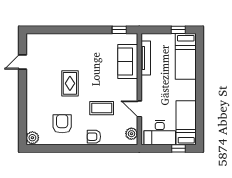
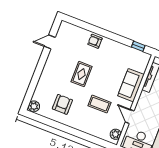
sofa: (128, 61) -> (131, 85), moved
armchair: (94, 137) -> (95, 41), moved

